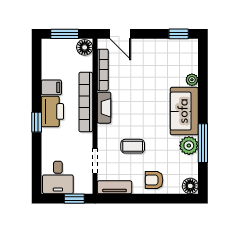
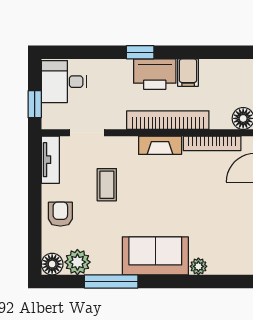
plant: (189, 146) -> (77, 262), moved

